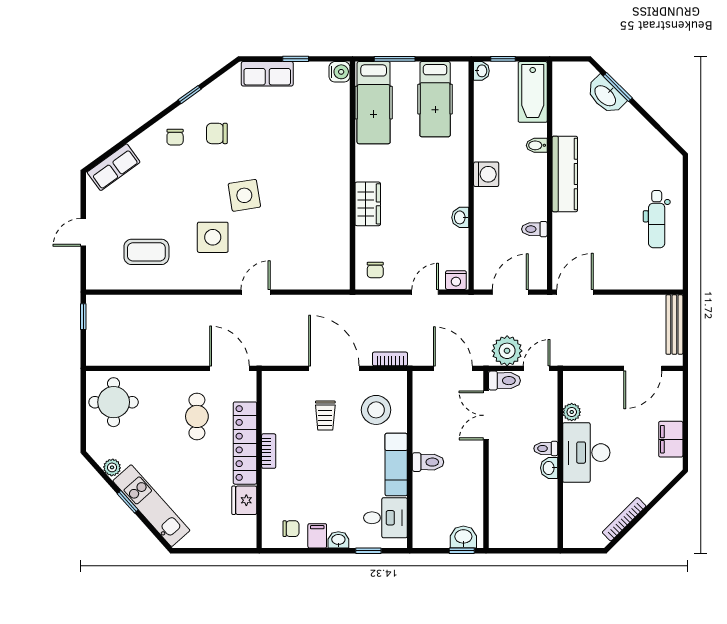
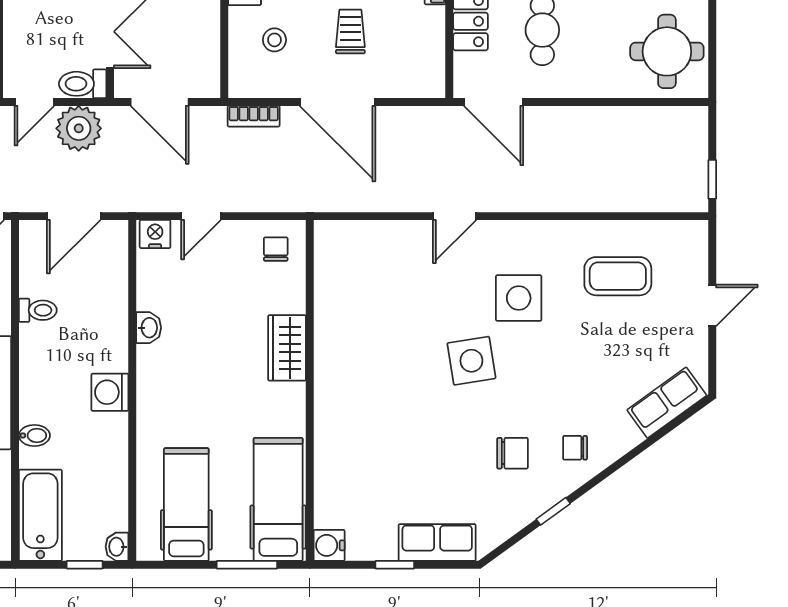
chair: (175, 137) -> (575, 448), turned -90
stool: (376, 410) -> (274, 40), width x0.53, depth x0.53

